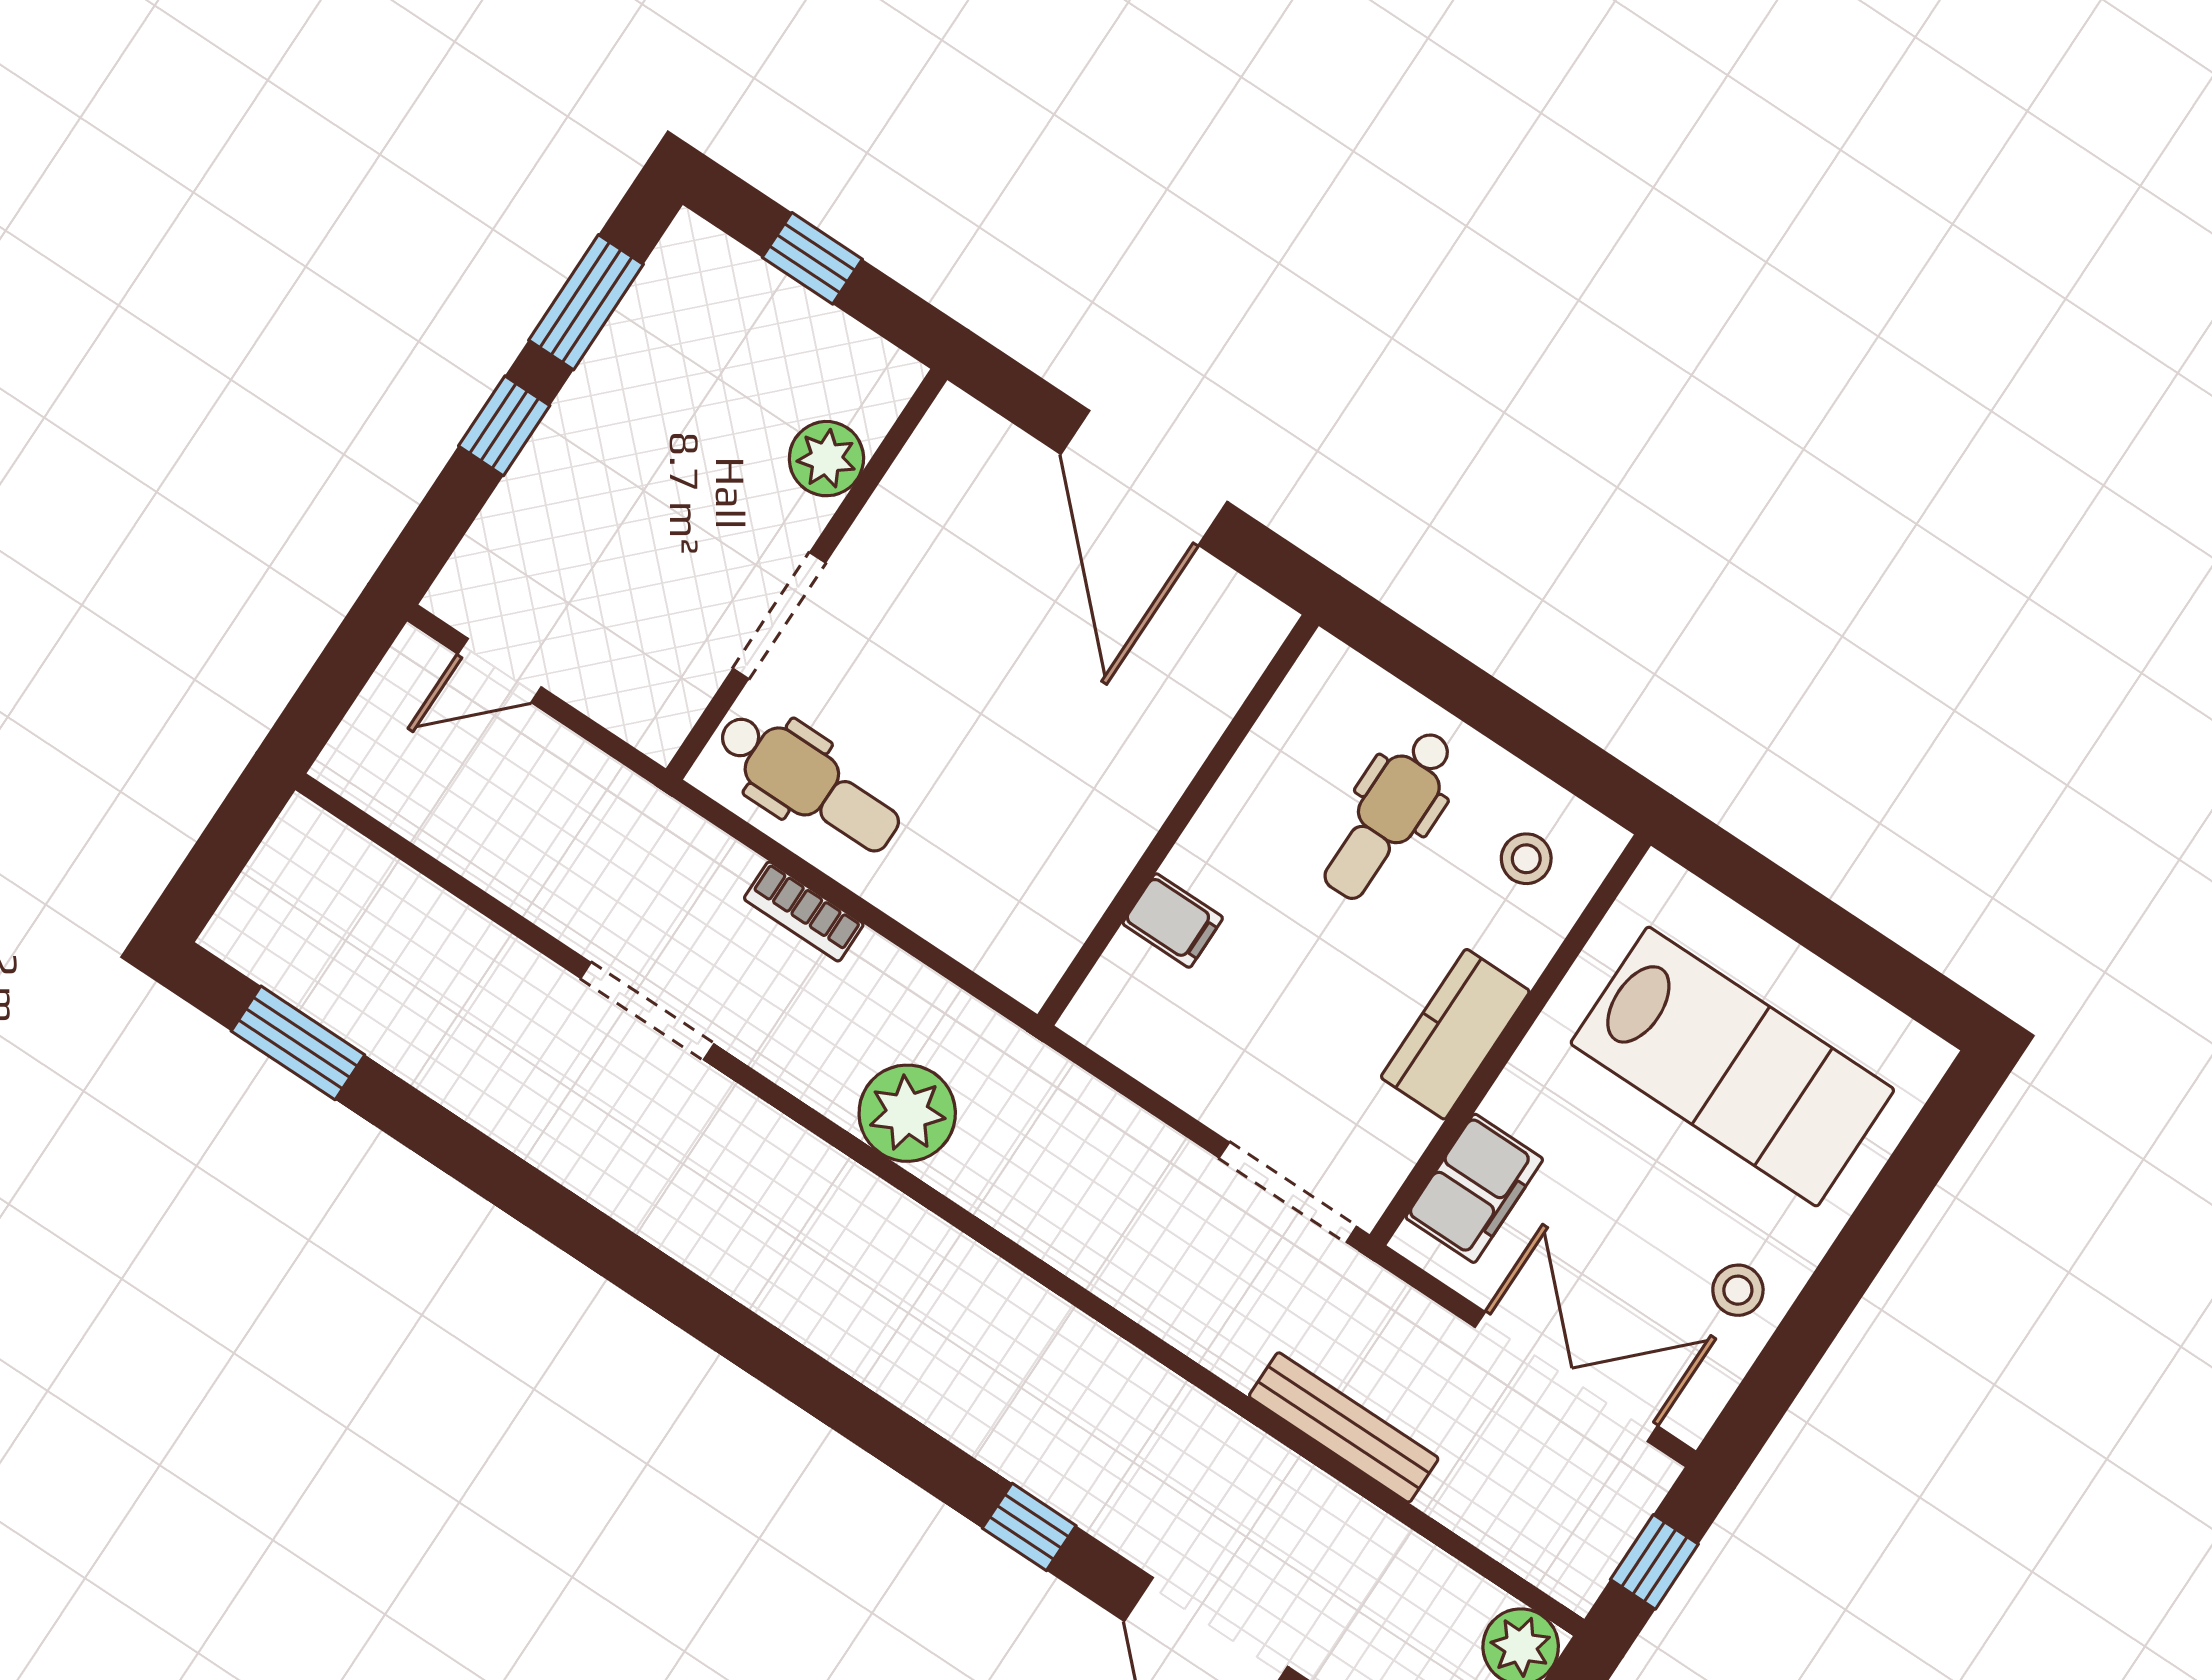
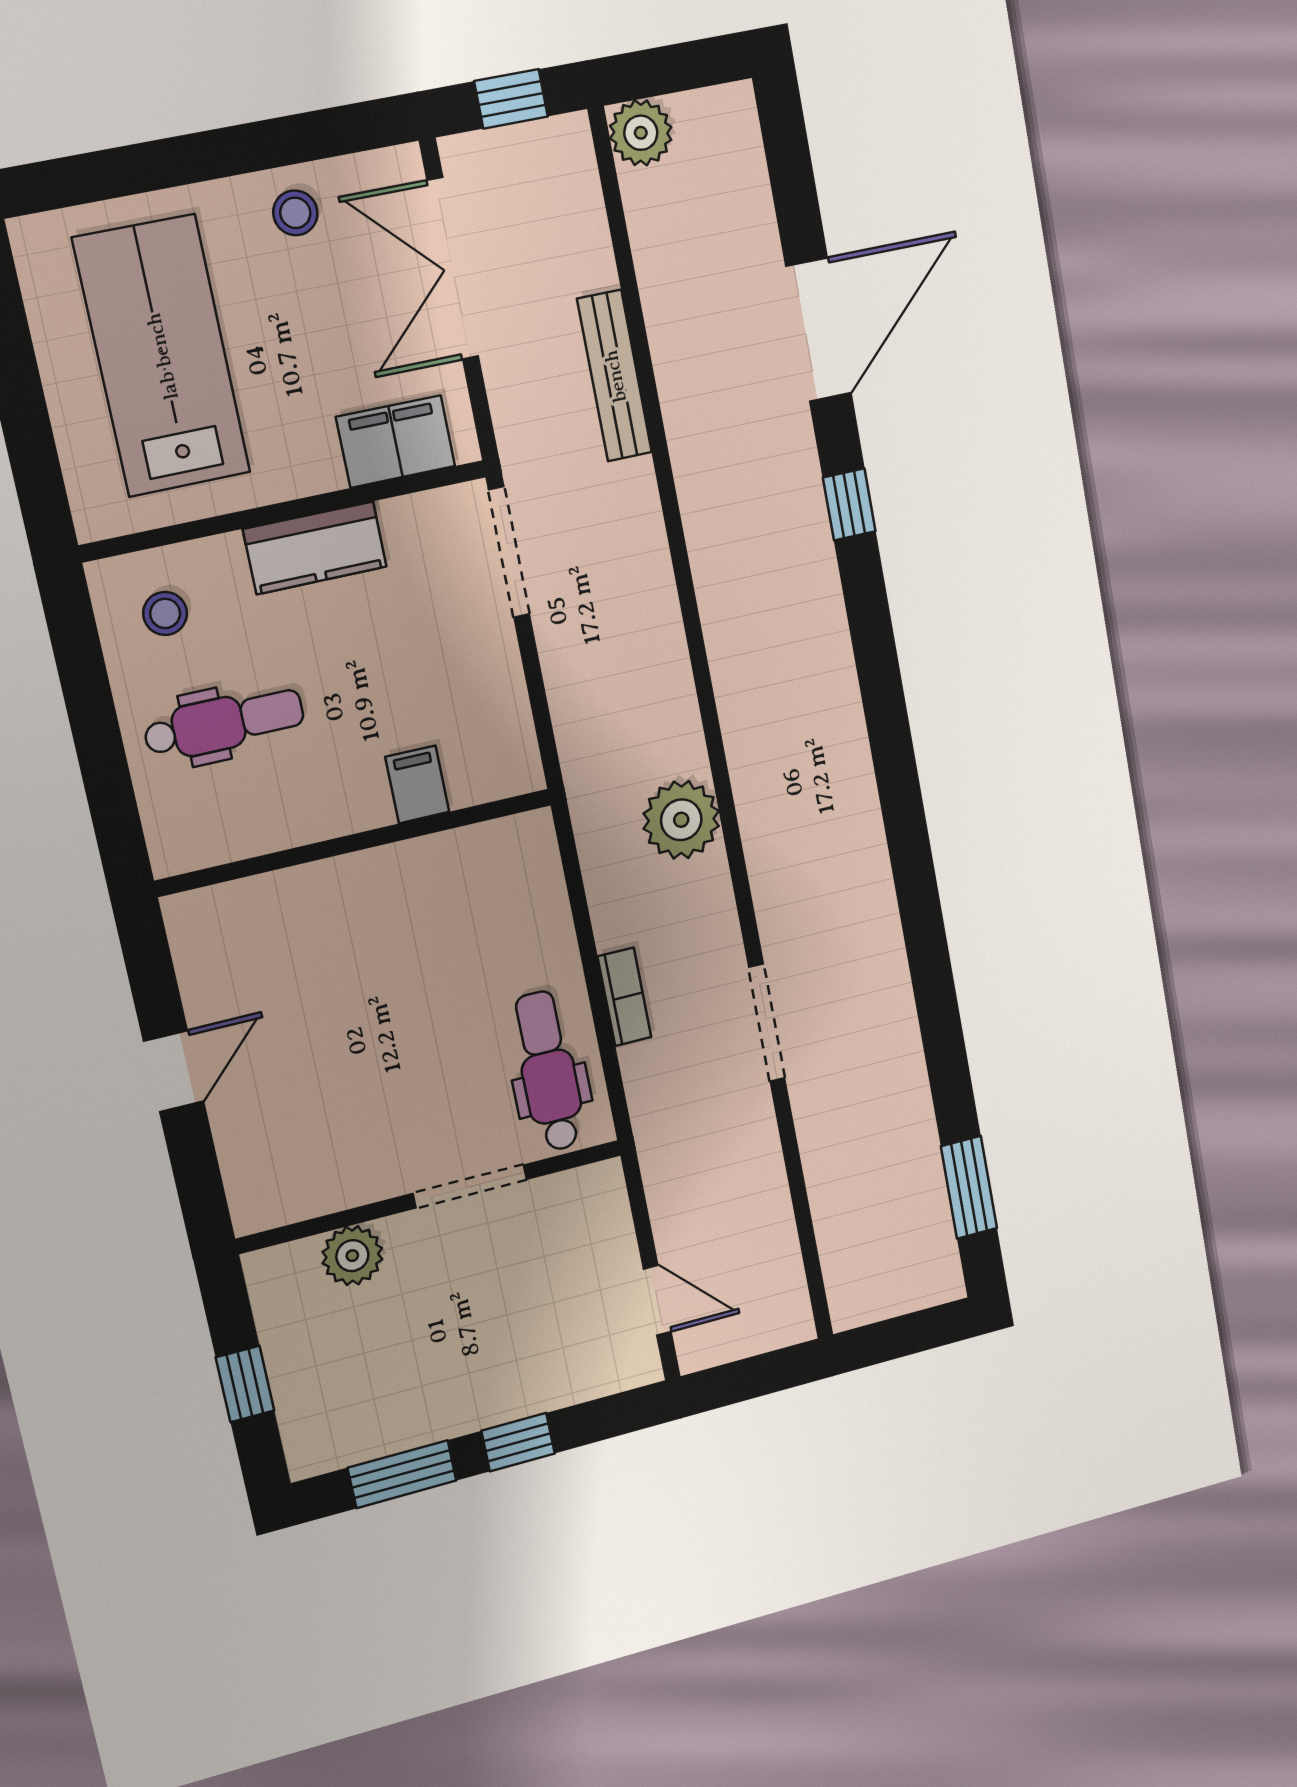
door: (1144, 478) -> (174, 1071), width x0.53

